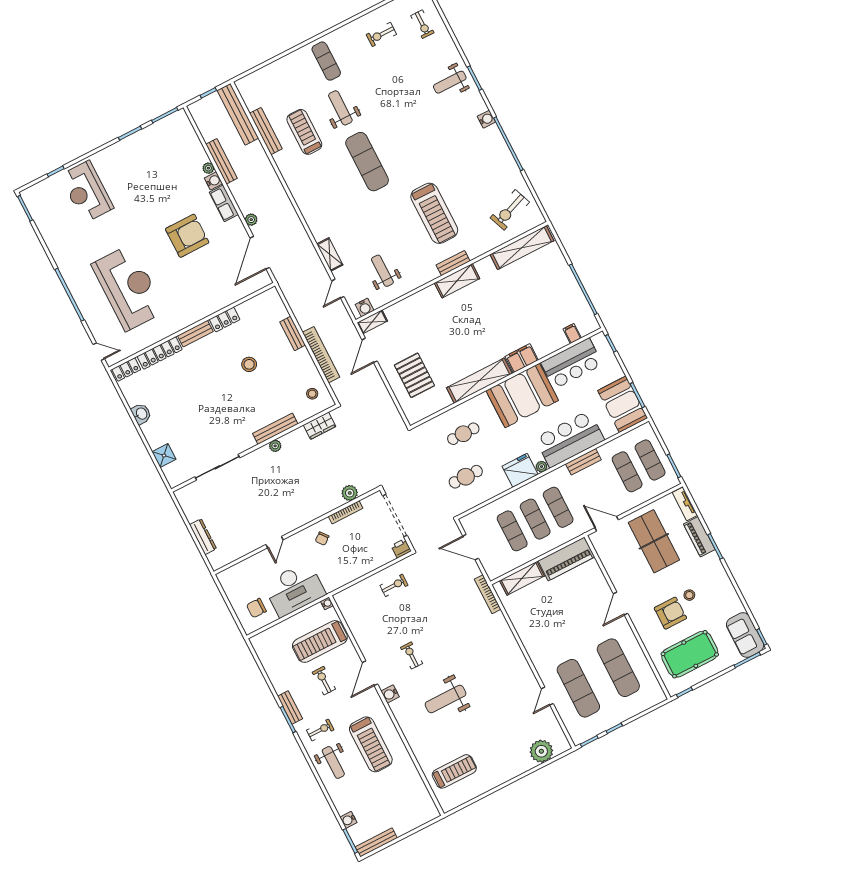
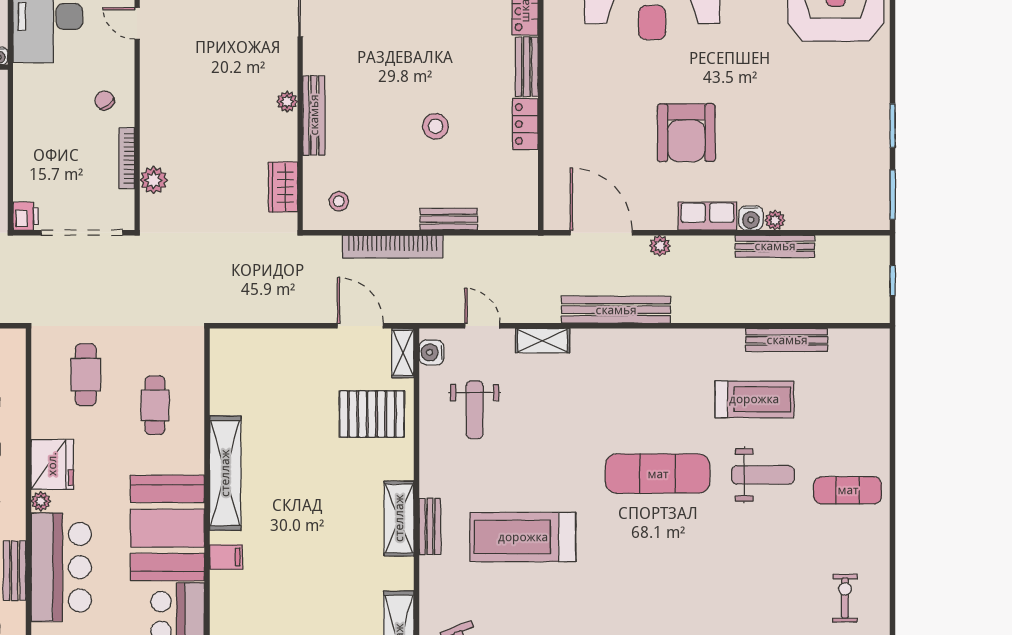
bench: (238, 114) -> (616, 310), moved
weight bench: (382, 271) -> (475, 410), turned 90
filing cabinet: (522, 358) -> (226, 557), width x0.50
pallet: (414, 375) -> (372, 414), moved

